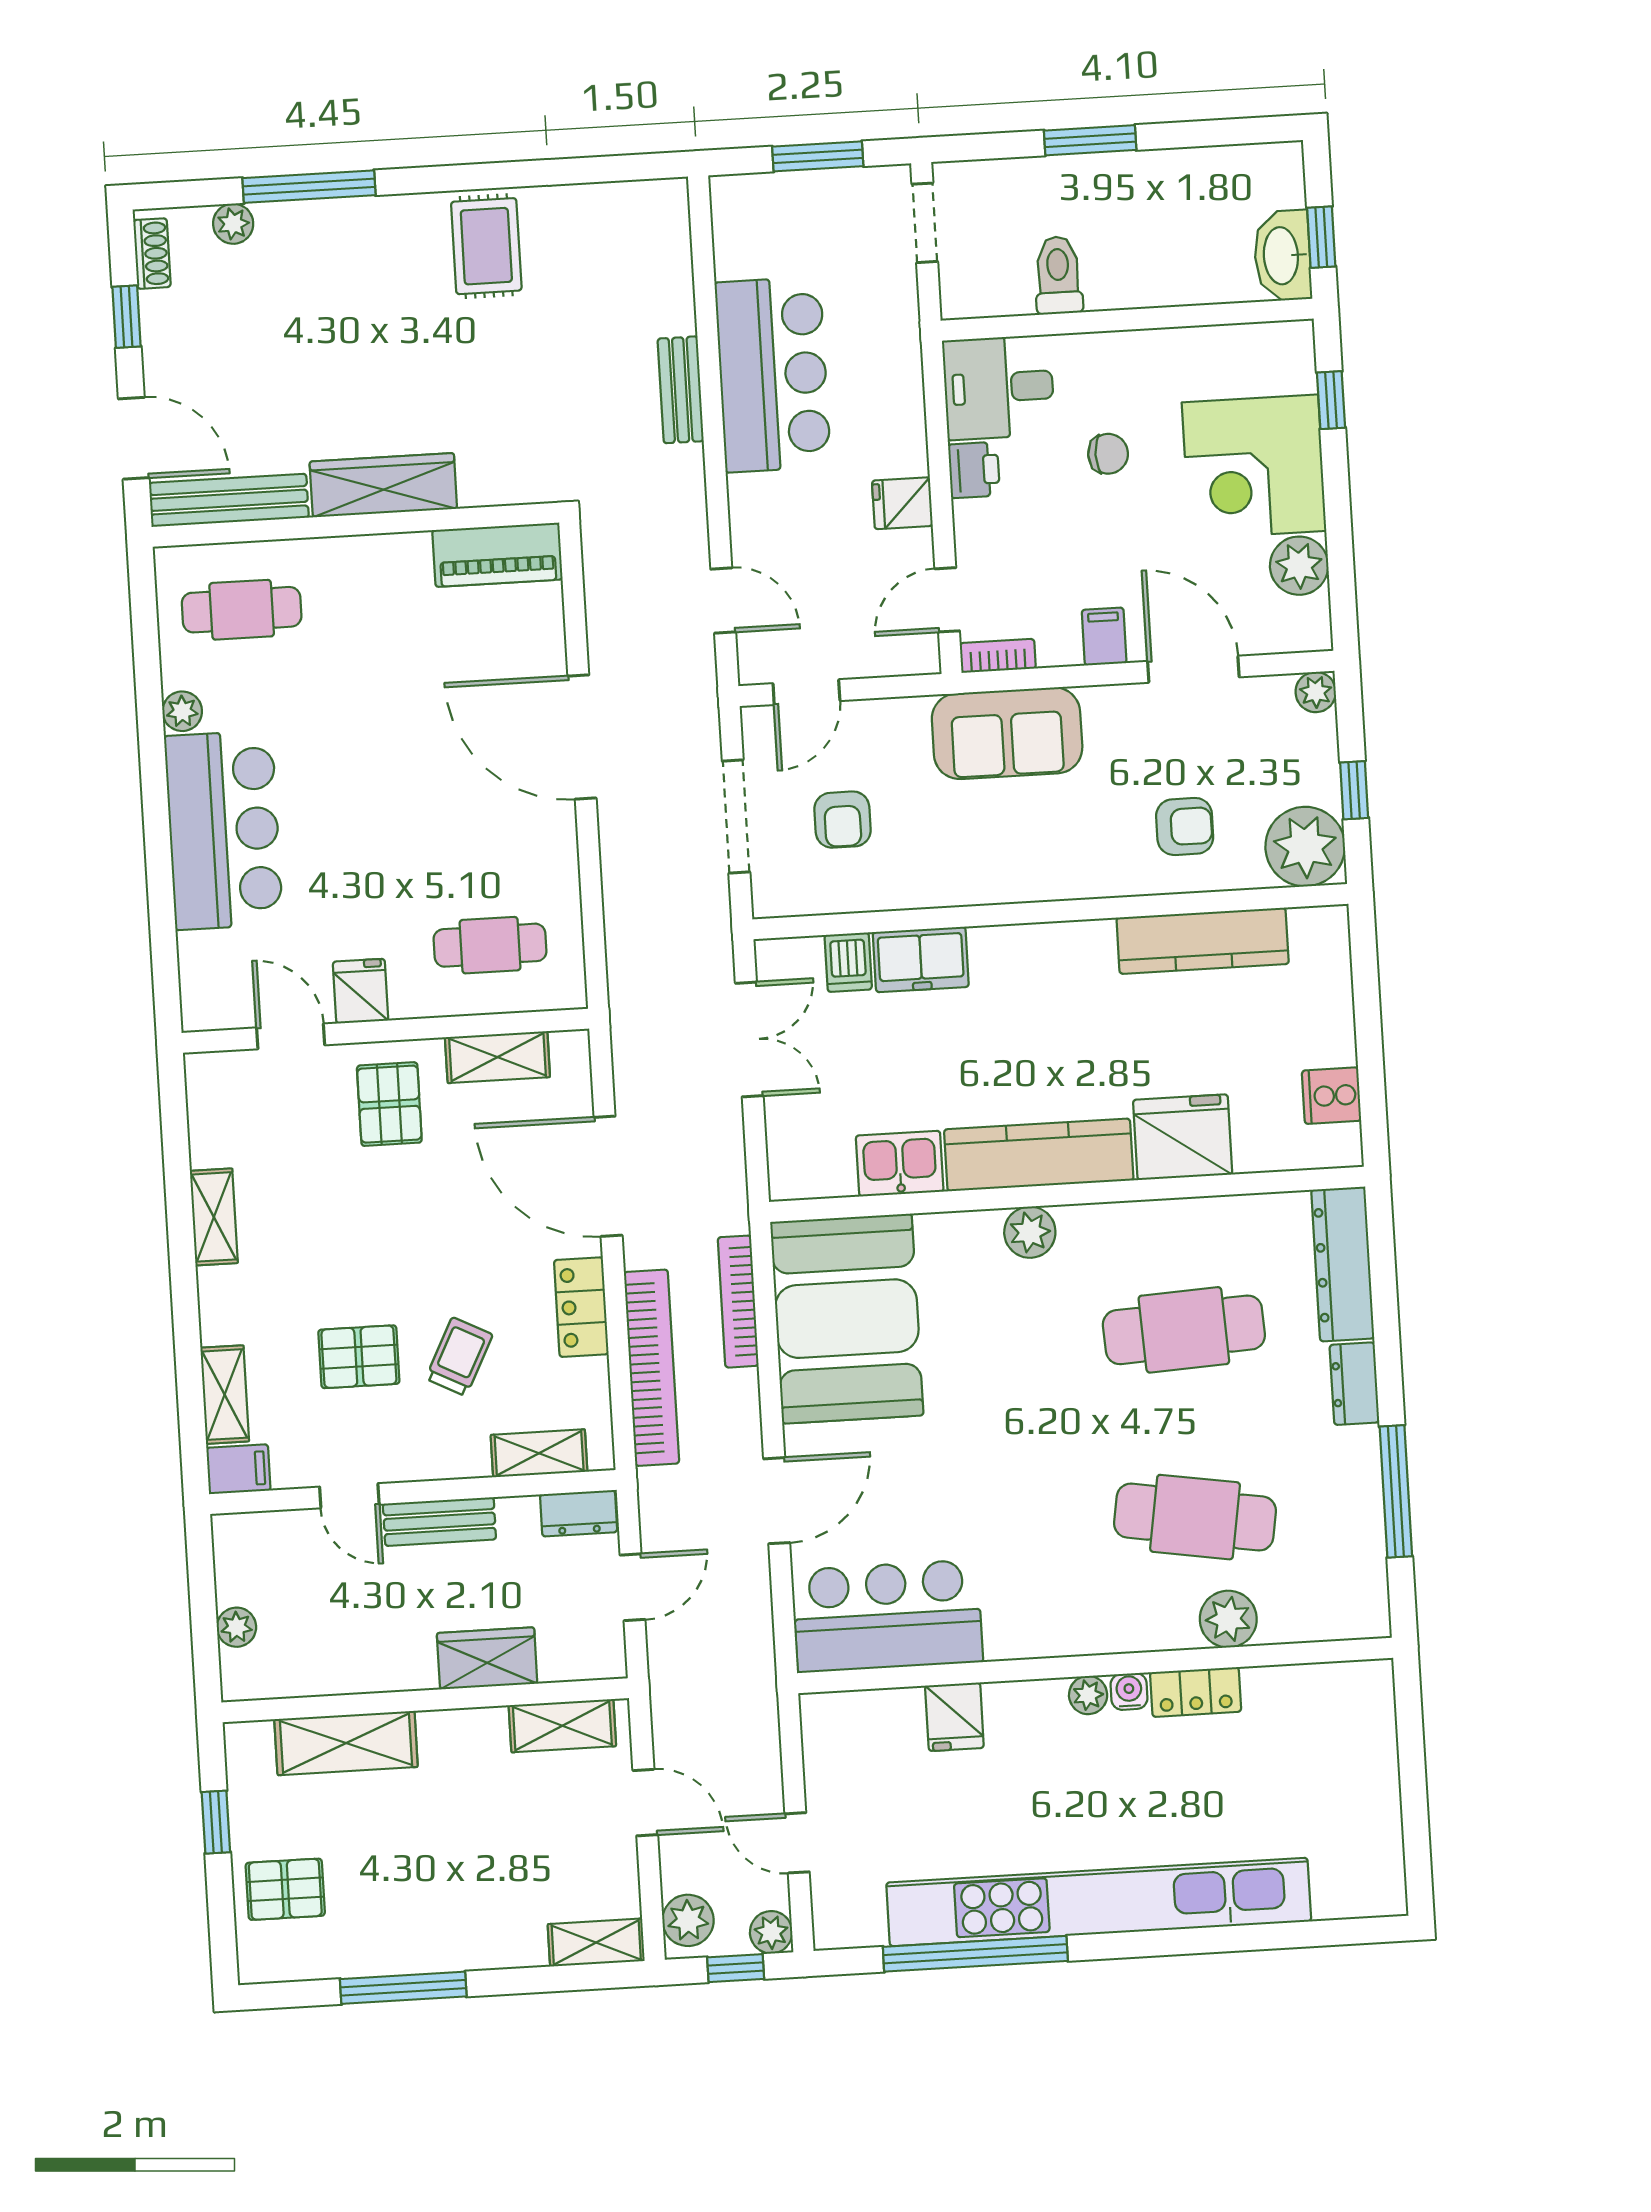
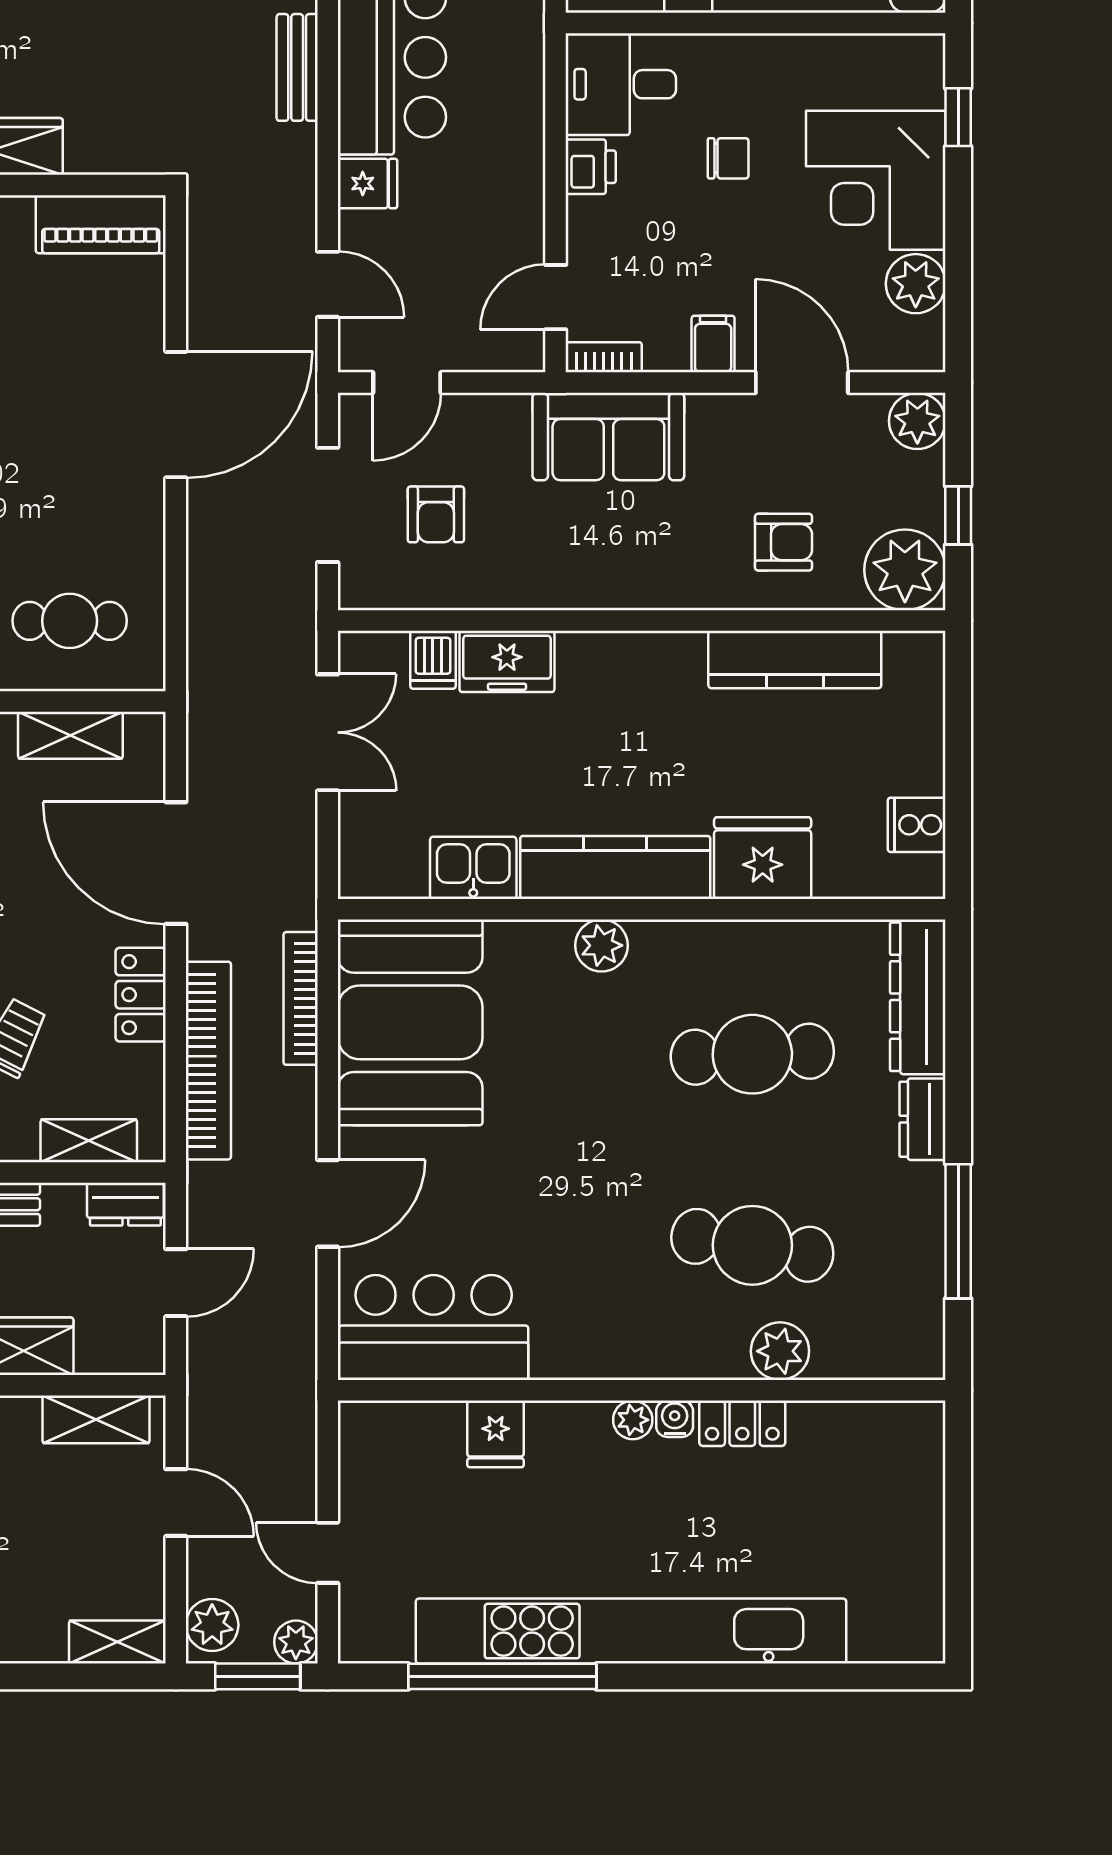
fridge: (902, 503) -> (367, 184), moved, turned 180
plant: (1316, 692) -> (917, 421), width x1.38, depth x1.38
door: (582, 737) -> (176, 415), swing flipped
window: (736, 1968) -> (258, 1676), width x1.50

